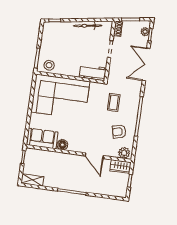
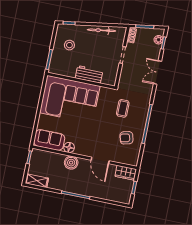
double door: (146, 64) -> (157, 72), width x0.73
stool: (49, 65) -> (69, 45), moved
workbench: (93, 73) -> (89, 74), moved
plant: (124, 153) -> (130, 159), removed
boiler: (65, 160) -> (71, 163), added

